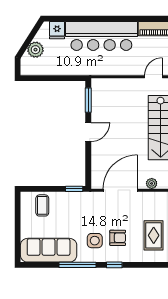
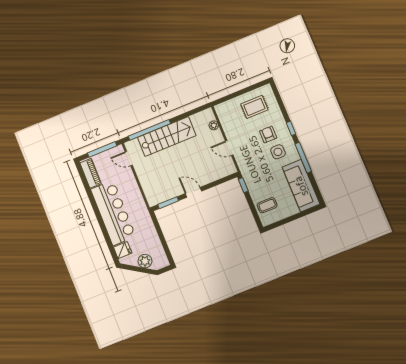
door: (120, 190) -> (229, 148), width x0.53

